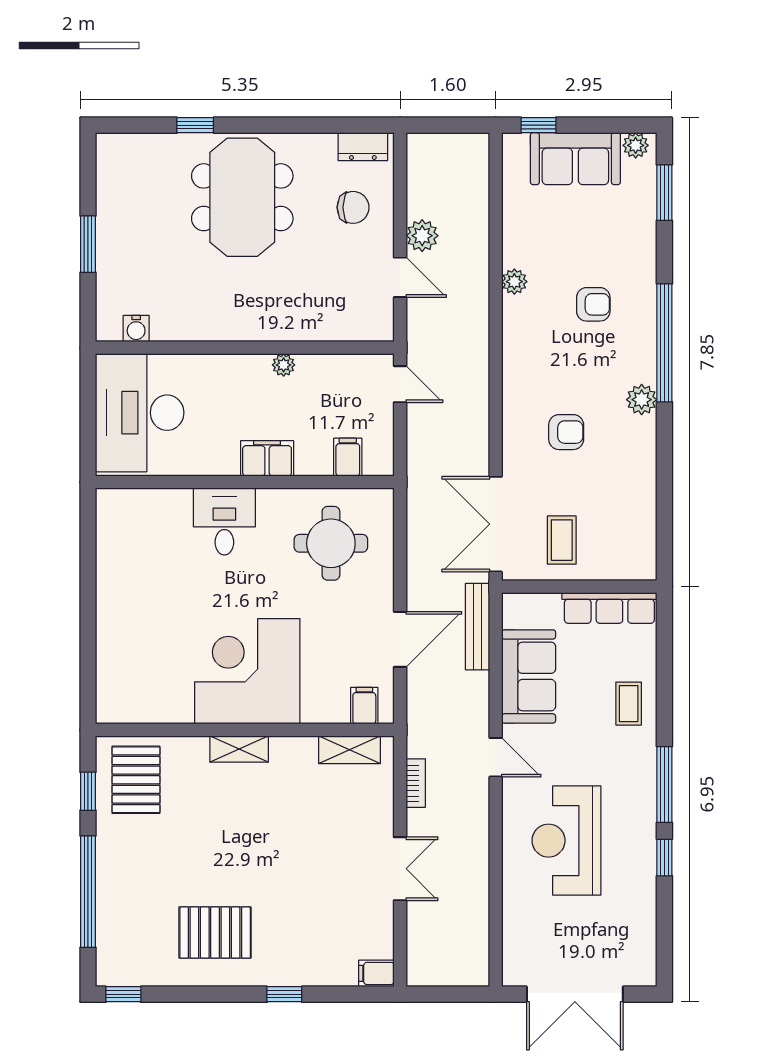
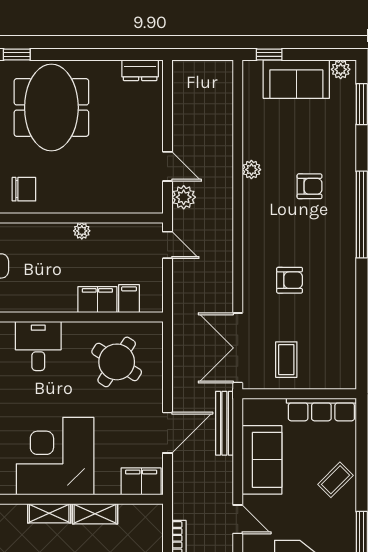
chair: (353, 207) -> (24, 189), moved
plant: (422, 236) -> (184, 197), moved
plant: (642, 400) -> (345, 256), removed
filing cabinet: (267, 458) -> (97, 300), moved
round table: (331, 543) -> (117, 362), turned 33
coffee table: (629, 704) -> (335, 480), turned 45
filing cabinet: (364, 706) -> (141, 481), width x2.00
shelving: (350, 750) -> (95, 514), moved

